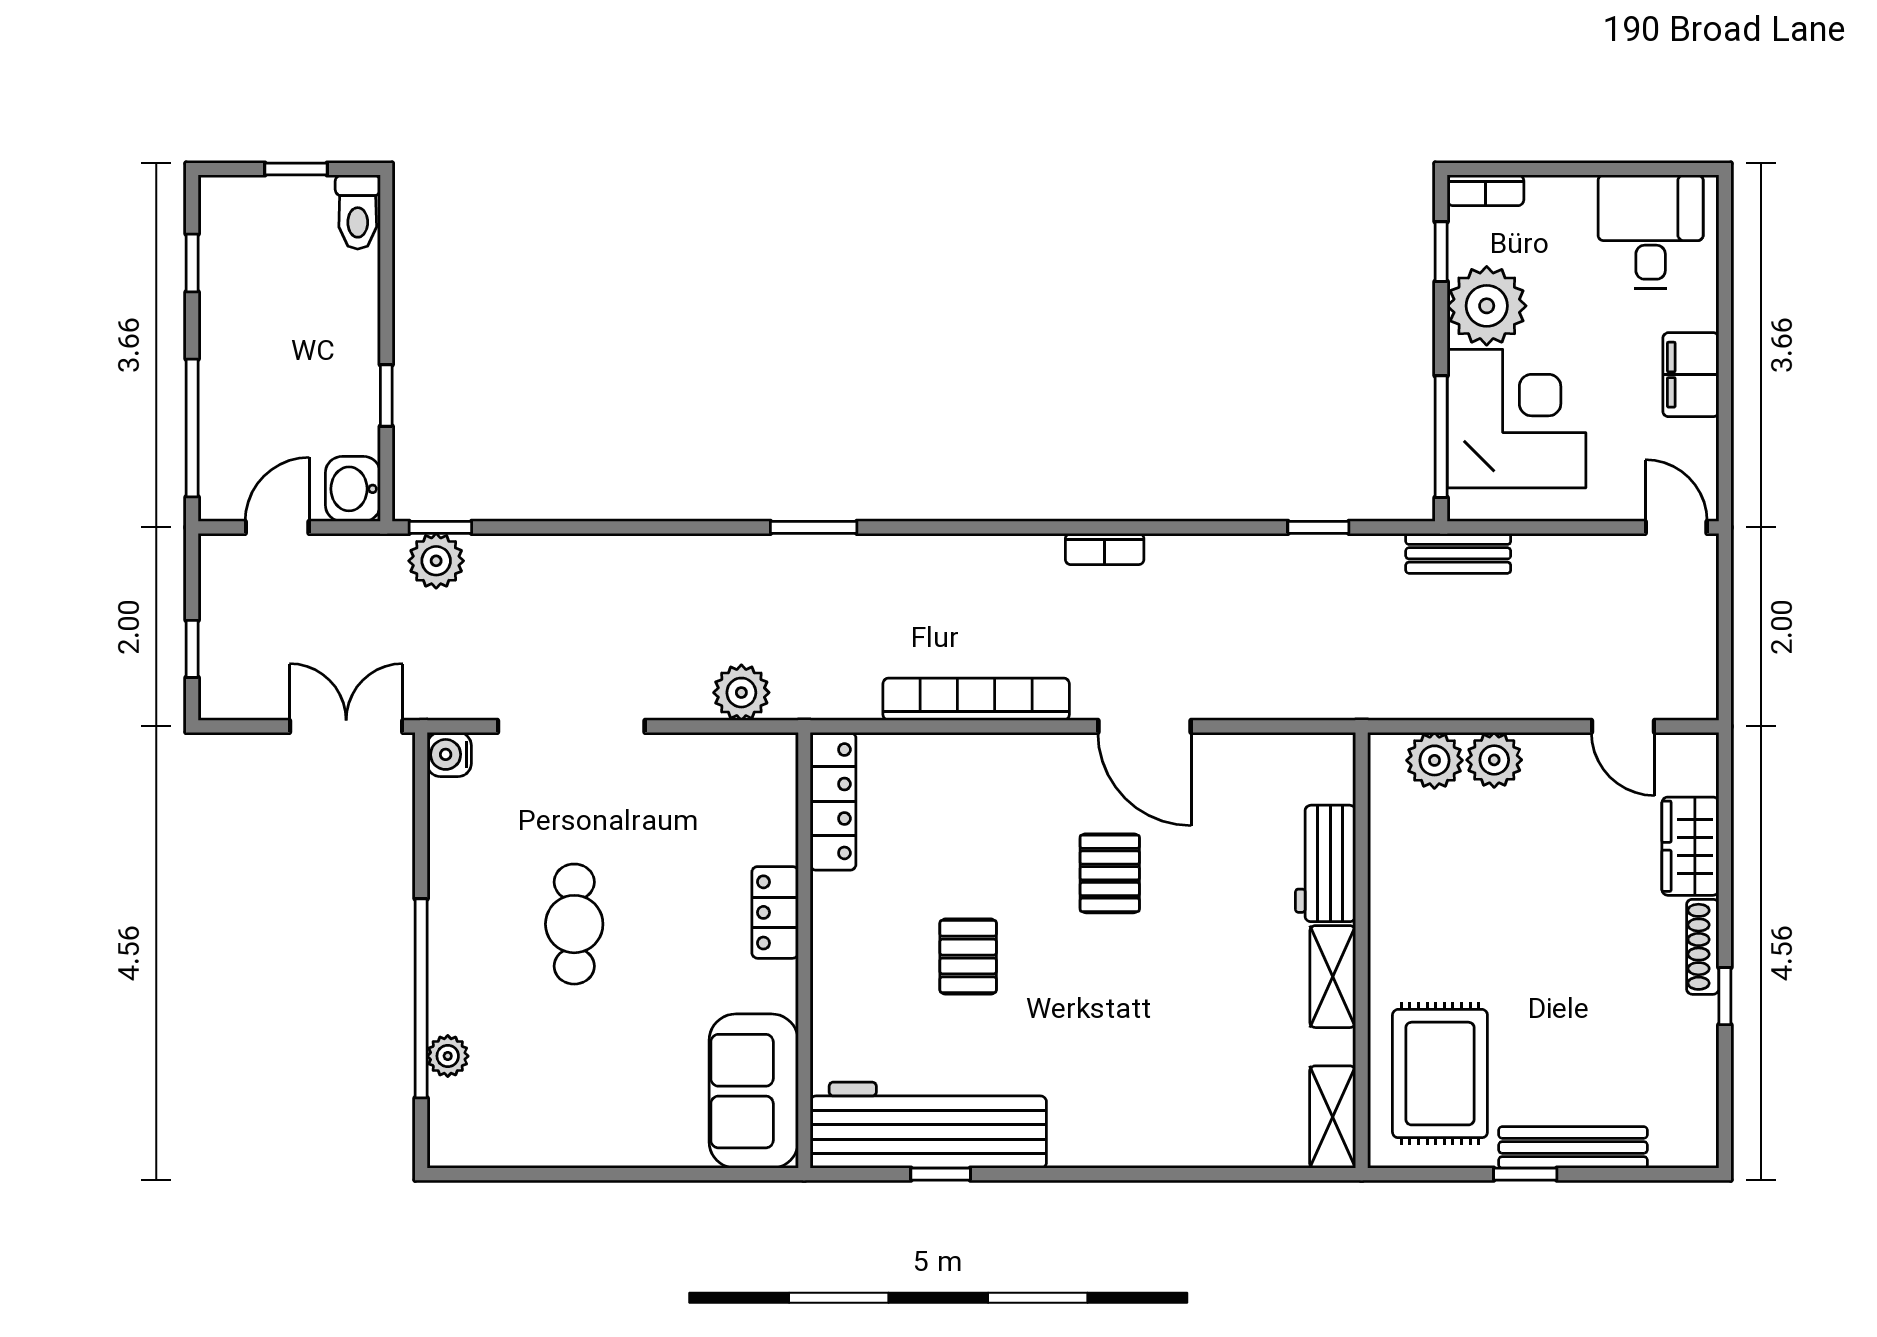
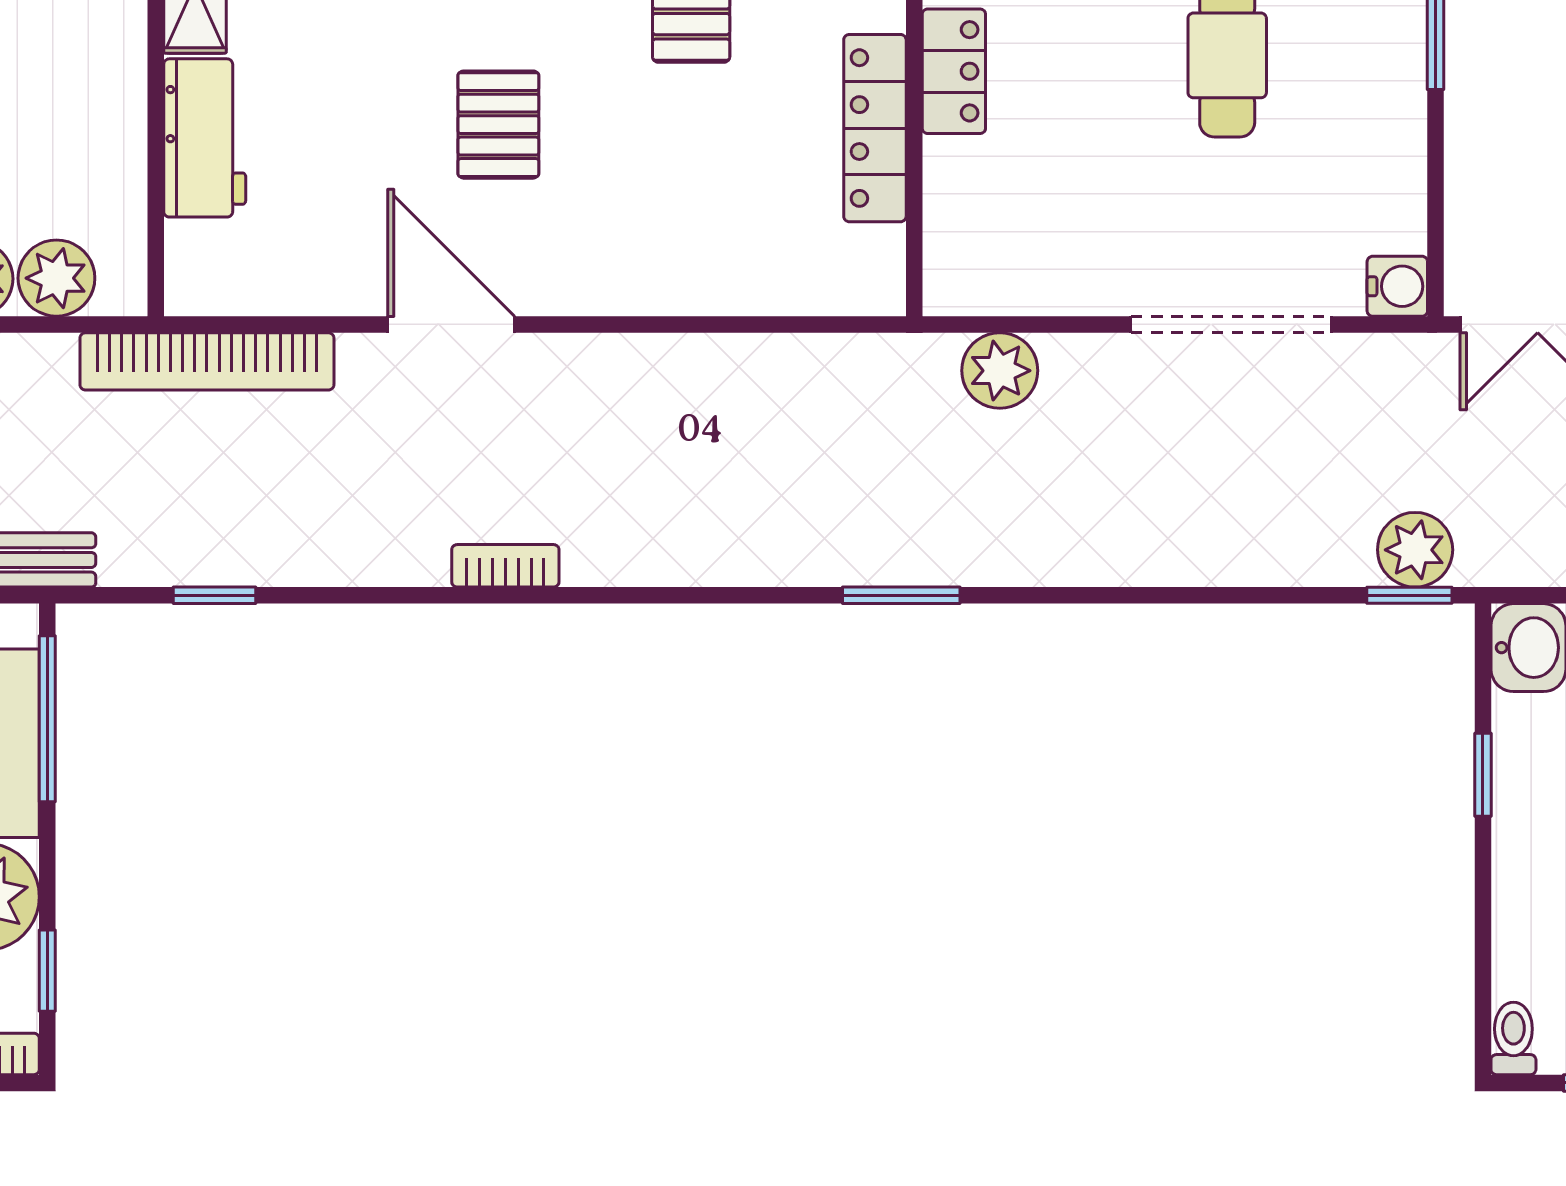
toilet: (358, 212) -> (1513, 1038), width x0.73, depth x0.72
bookcase: (976, 699) -> (207, 361), moved
locker: (833, 801) -> (875, 128), moved

